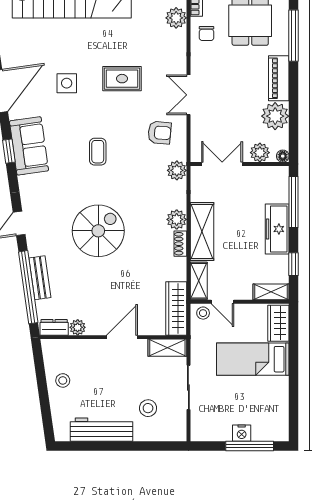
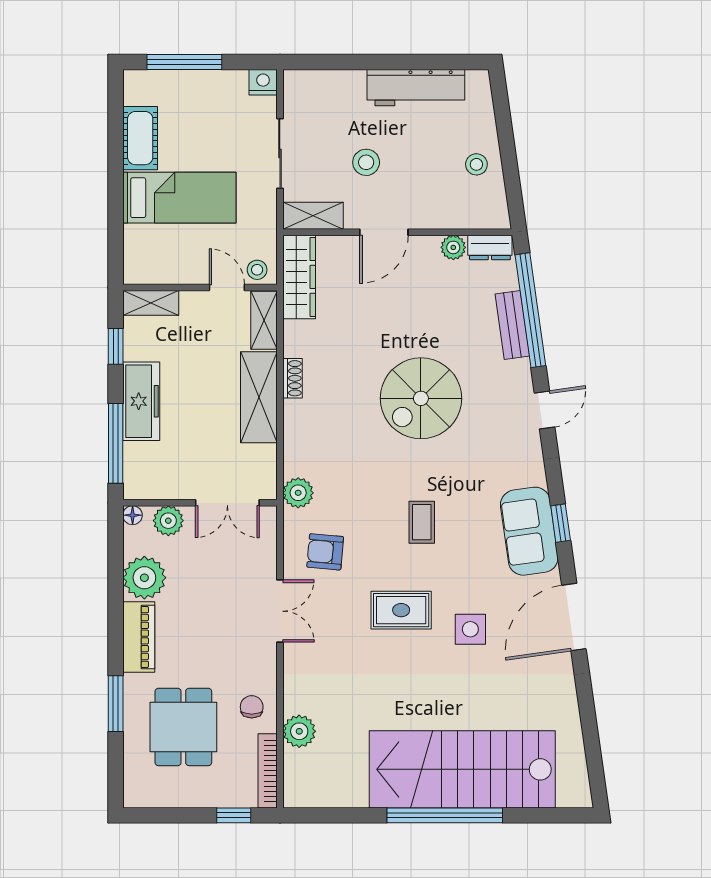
window: (294, 36) -> (116, 704), width x0.69
rug: (122, 79) -> (401, 610), moved
plant: (177, 219) -> (298, 416), removed
wardrobe: (278, 323) -> (139, 254), removed
cot: (278, 397) -> (140, 138), added
stool: (148, 408) -> (366, 162), moved
nightstand: (242, 433) -> (263, 82), moved

